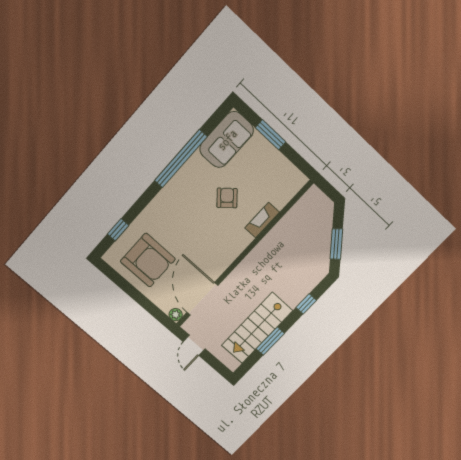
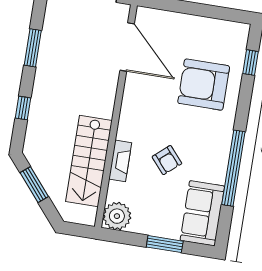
armchair: (148, 260) -> (204, 85), moved
plant: (176, 315) -> (117, 216), moved, width x1.88, depth x1.88
stairs: (257, 328) -> (89, 161), moved, turned 180

